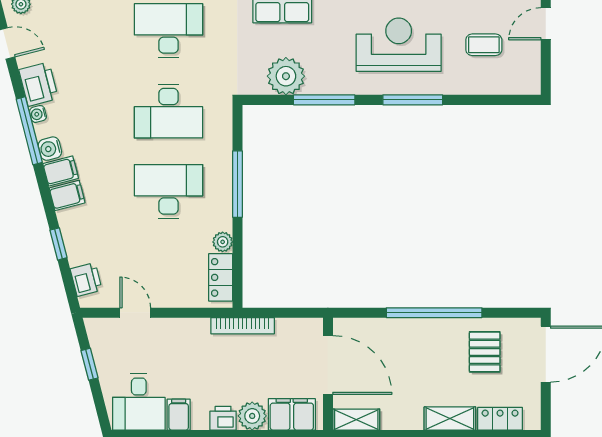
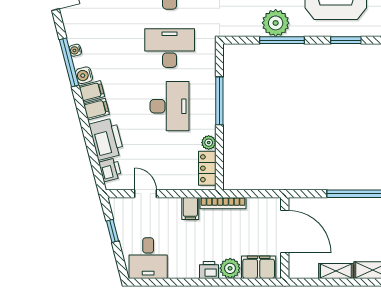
plant: (286, 76) -> (276, 23), moved
printer: (39, 84) -> (106, 139), moved, width x1.37, depth x1.19
window: (413, 100) -> (346, 40), width x0.69
desk: (168, 111) -> (170, 48), turned 180
desk: (168, 191) -> (170, 106), turned 90
window: (58, 244) -> (90, 144), removed
filing cabinet: (179, 415) -> (190, 208), moved, turned 180
shelving: (356, 420) -> (336, 271), moved

